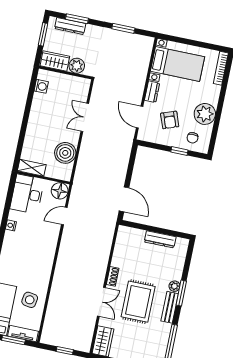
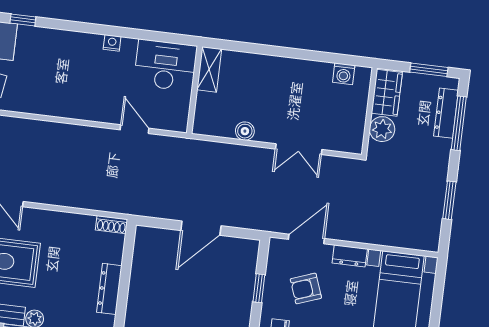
window: (77, 19) -> (459, 123), width x1.44
double door: (85, 117) -> (299, 149), swing flipped
window: (179, 151) -> (259, 288), moved
boiler: (65, 153) -> (245, 131), width x0.54, depth x0.54
floor lamp: (60, 191) -> (175, 118), removed
door: (124, 199) -> (201, 228), moved
shoe rack: (113, 276) -> (111, 225), moved

